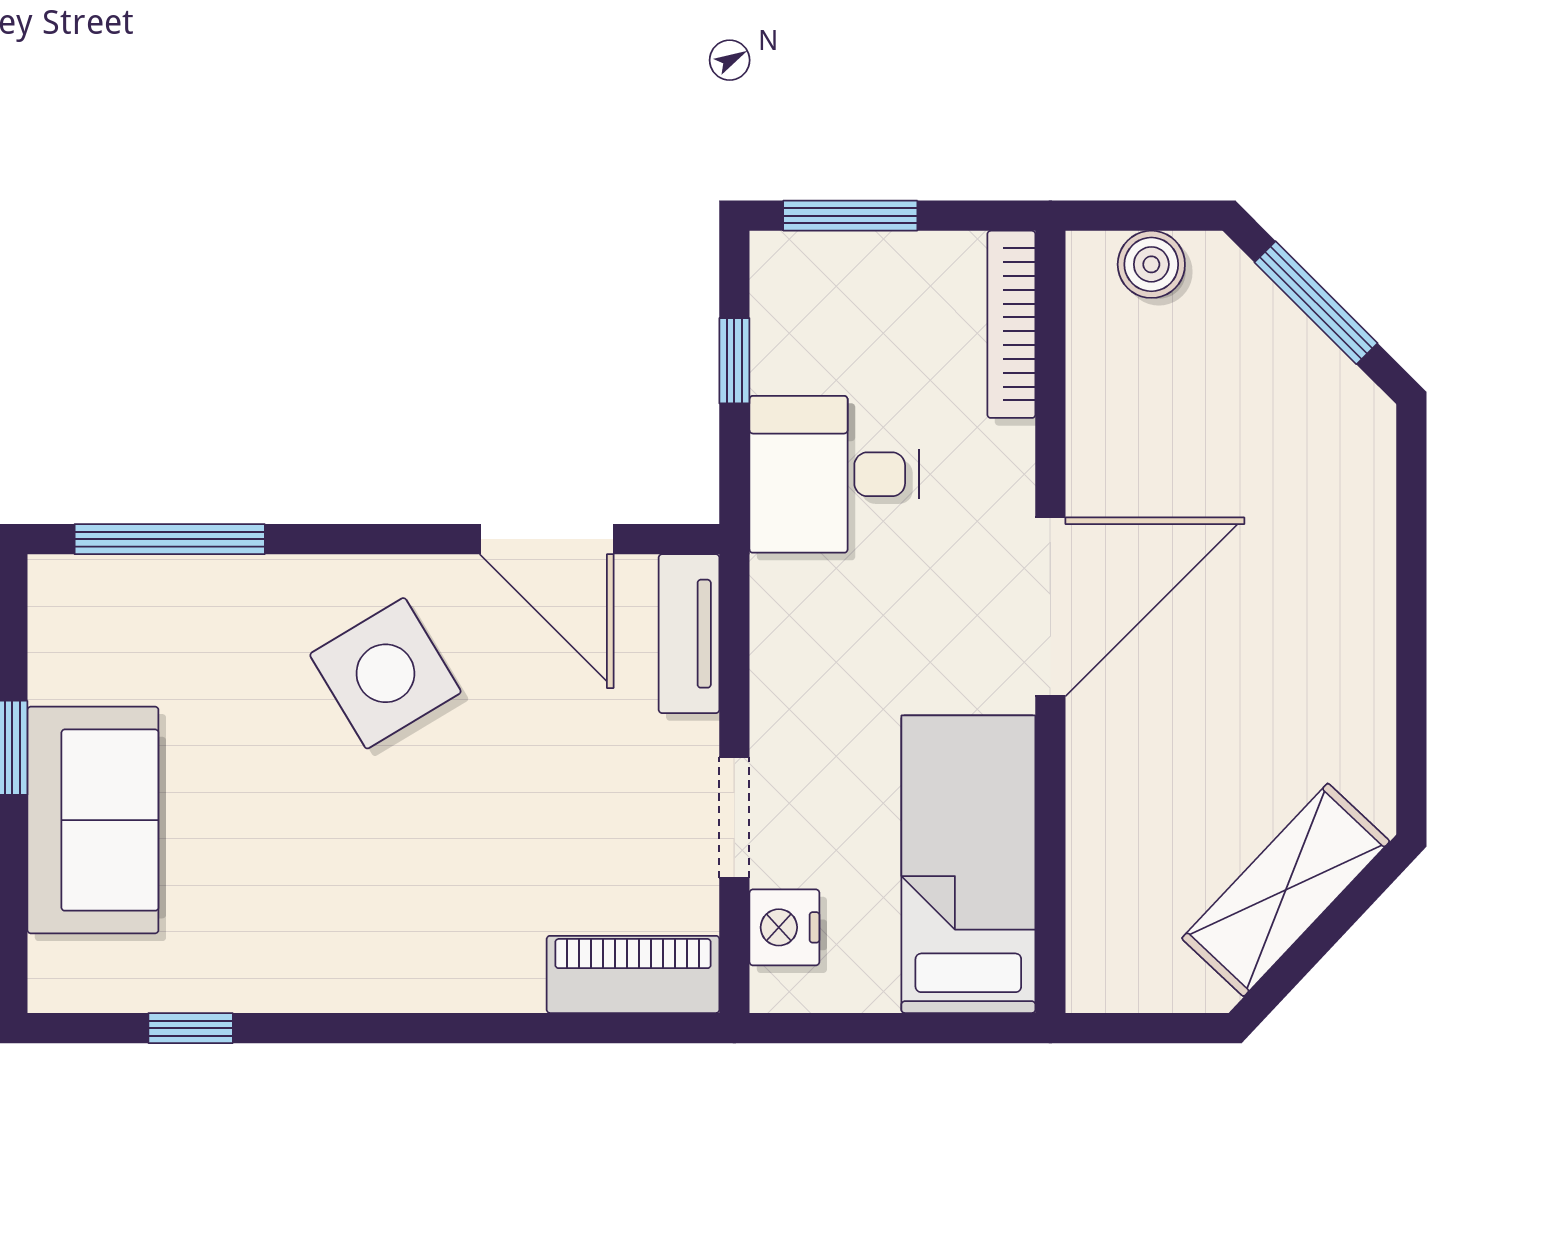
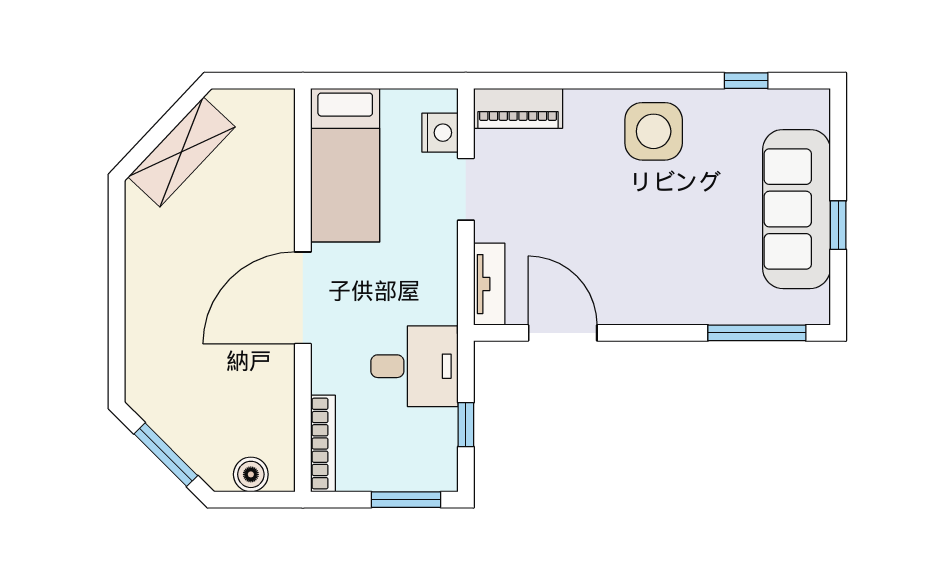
side table: (385, 673) -> (654, 131), moved, turned 31
sofa: (93, 820) -> (796, 209), width x1.36

